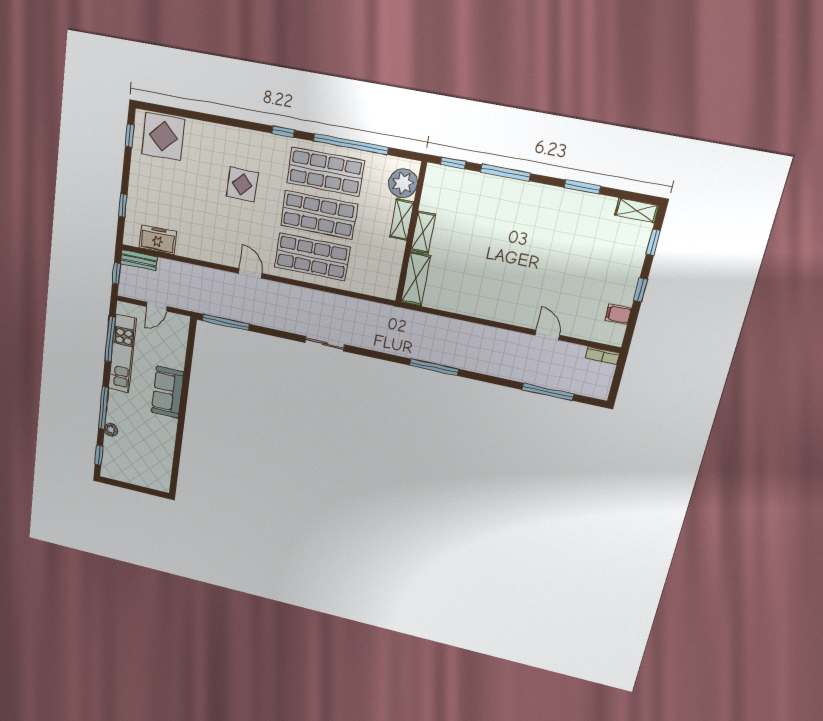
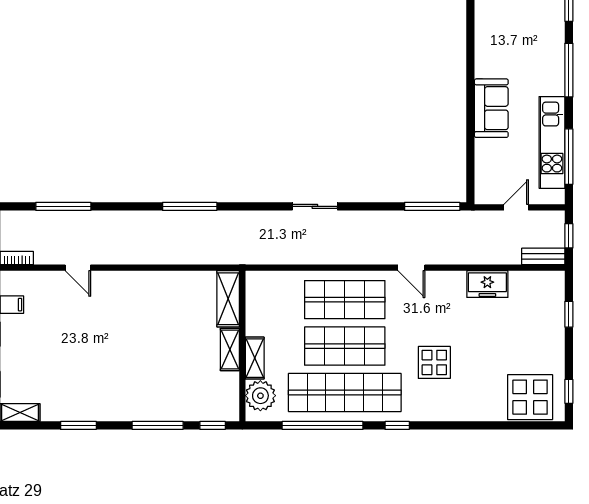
shop shelf: (326, 172) -> (345, 392), width x1.40
freezer: (158, 240) -> (487, 284), moved
plant: (111, 430) -> (557, 45), removed

